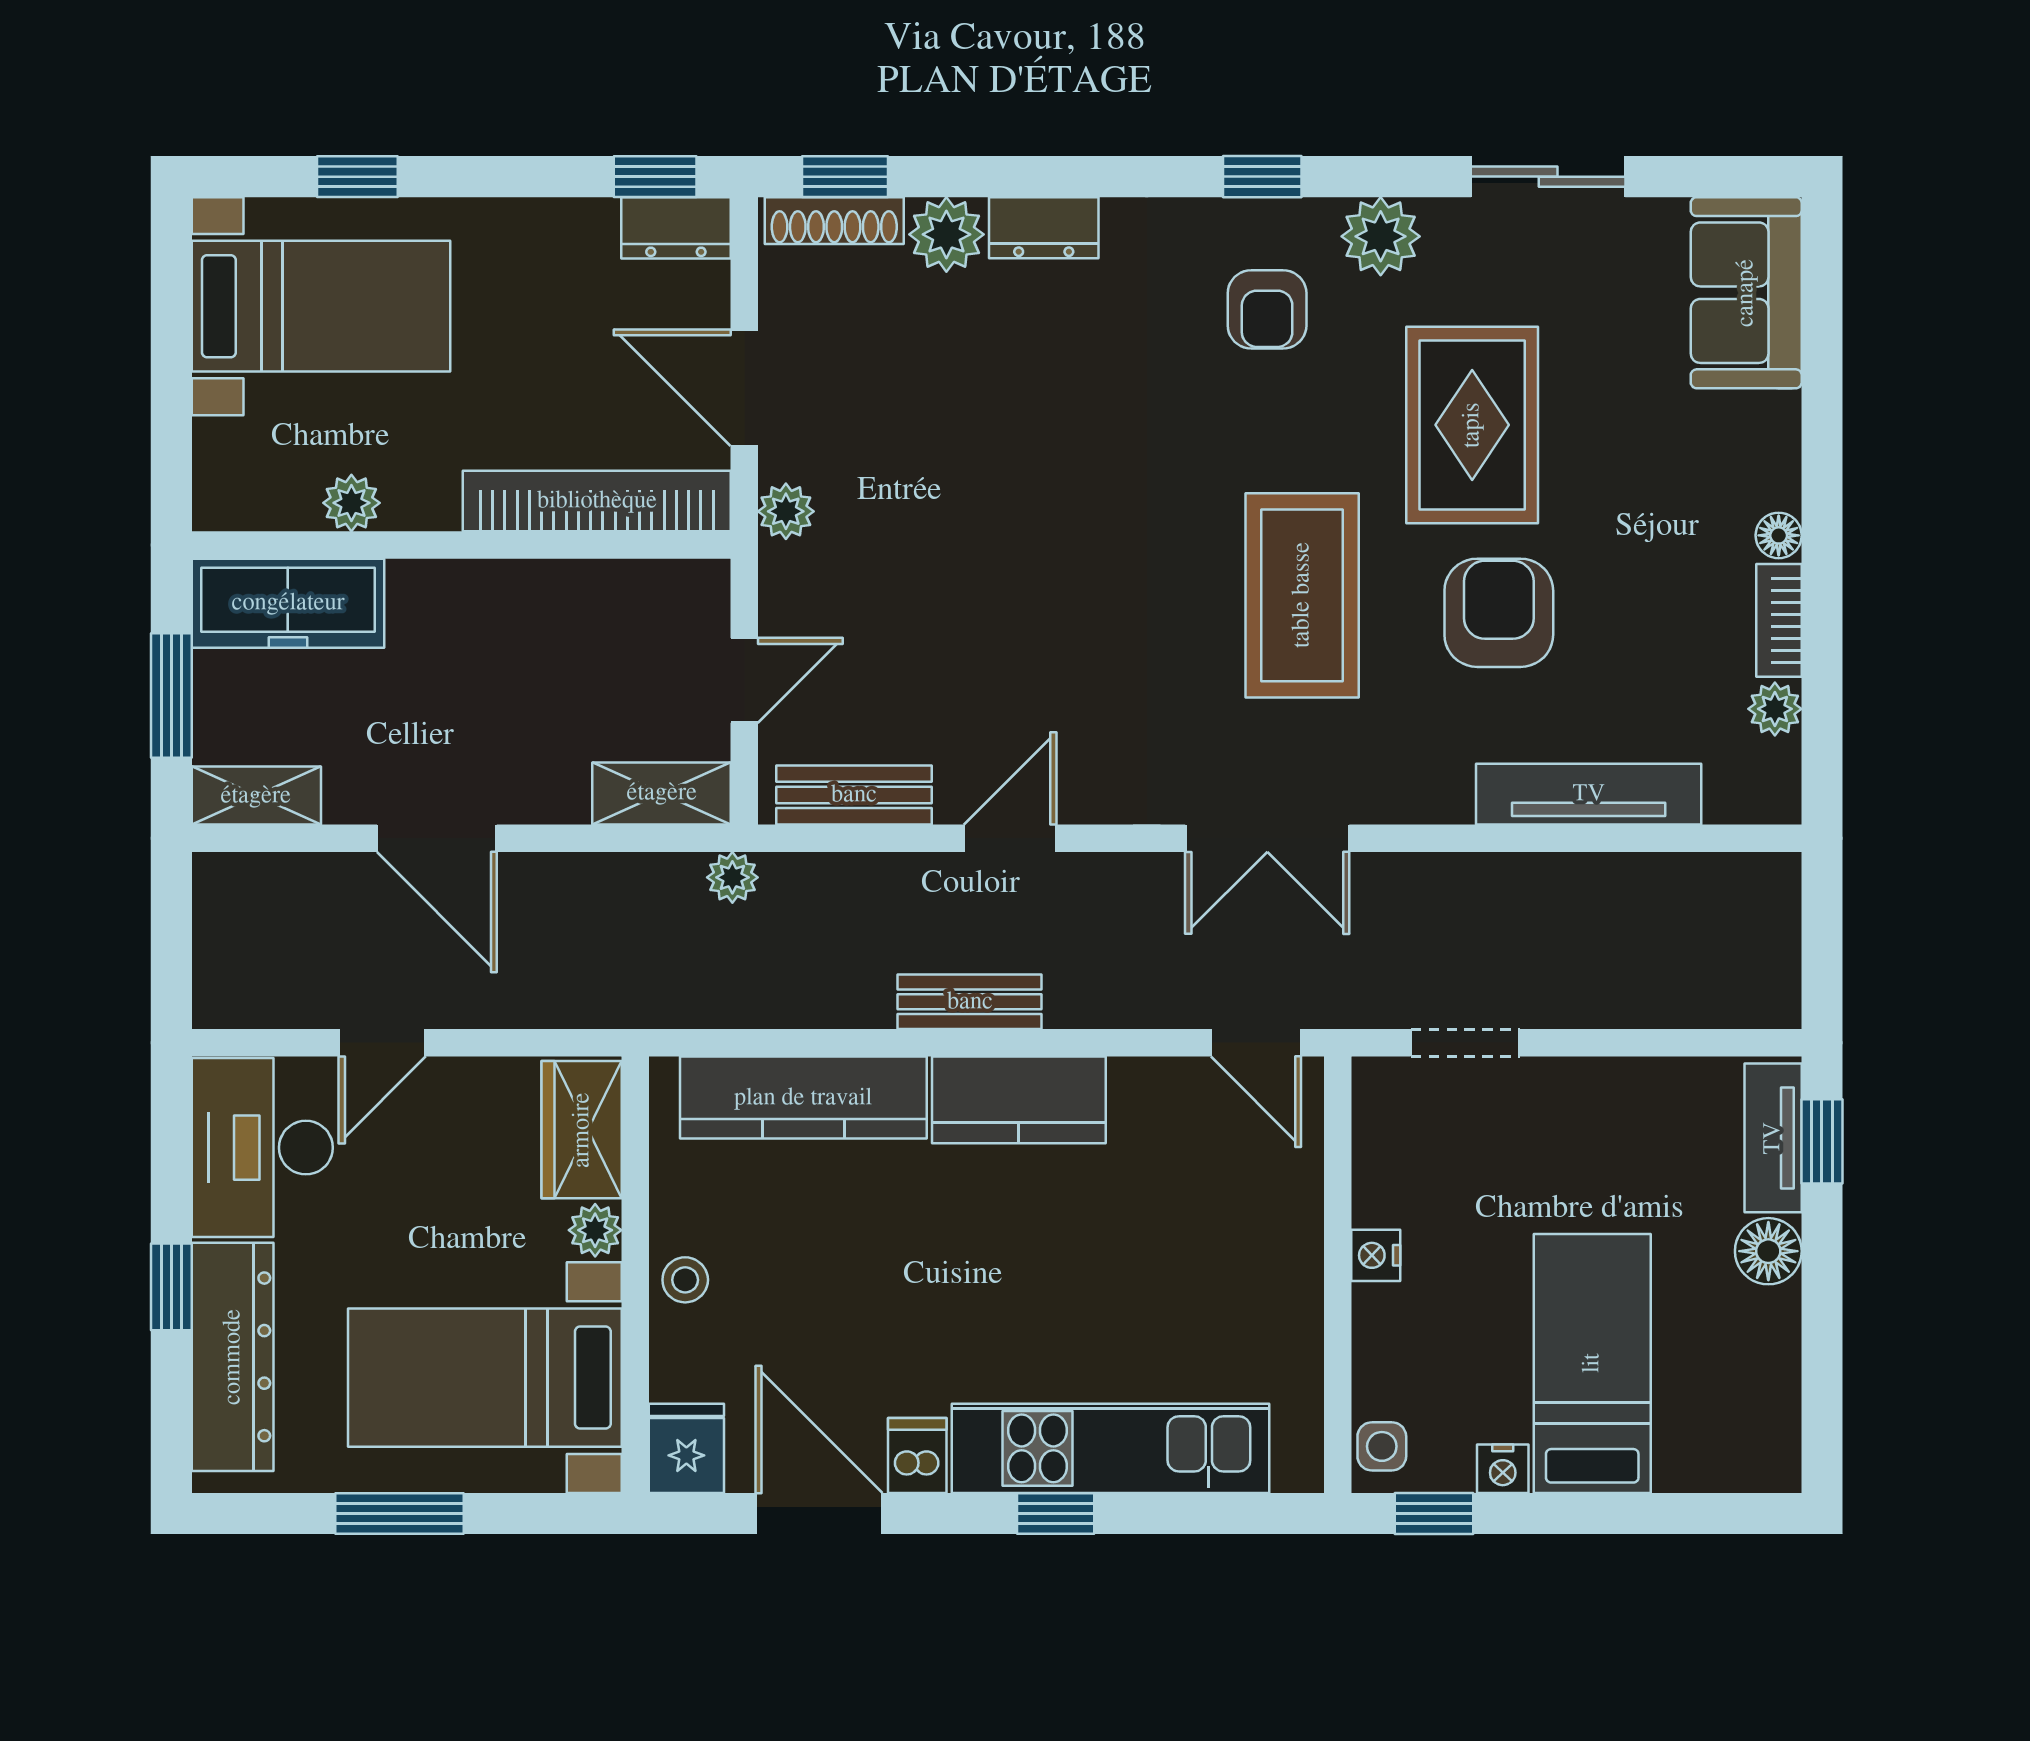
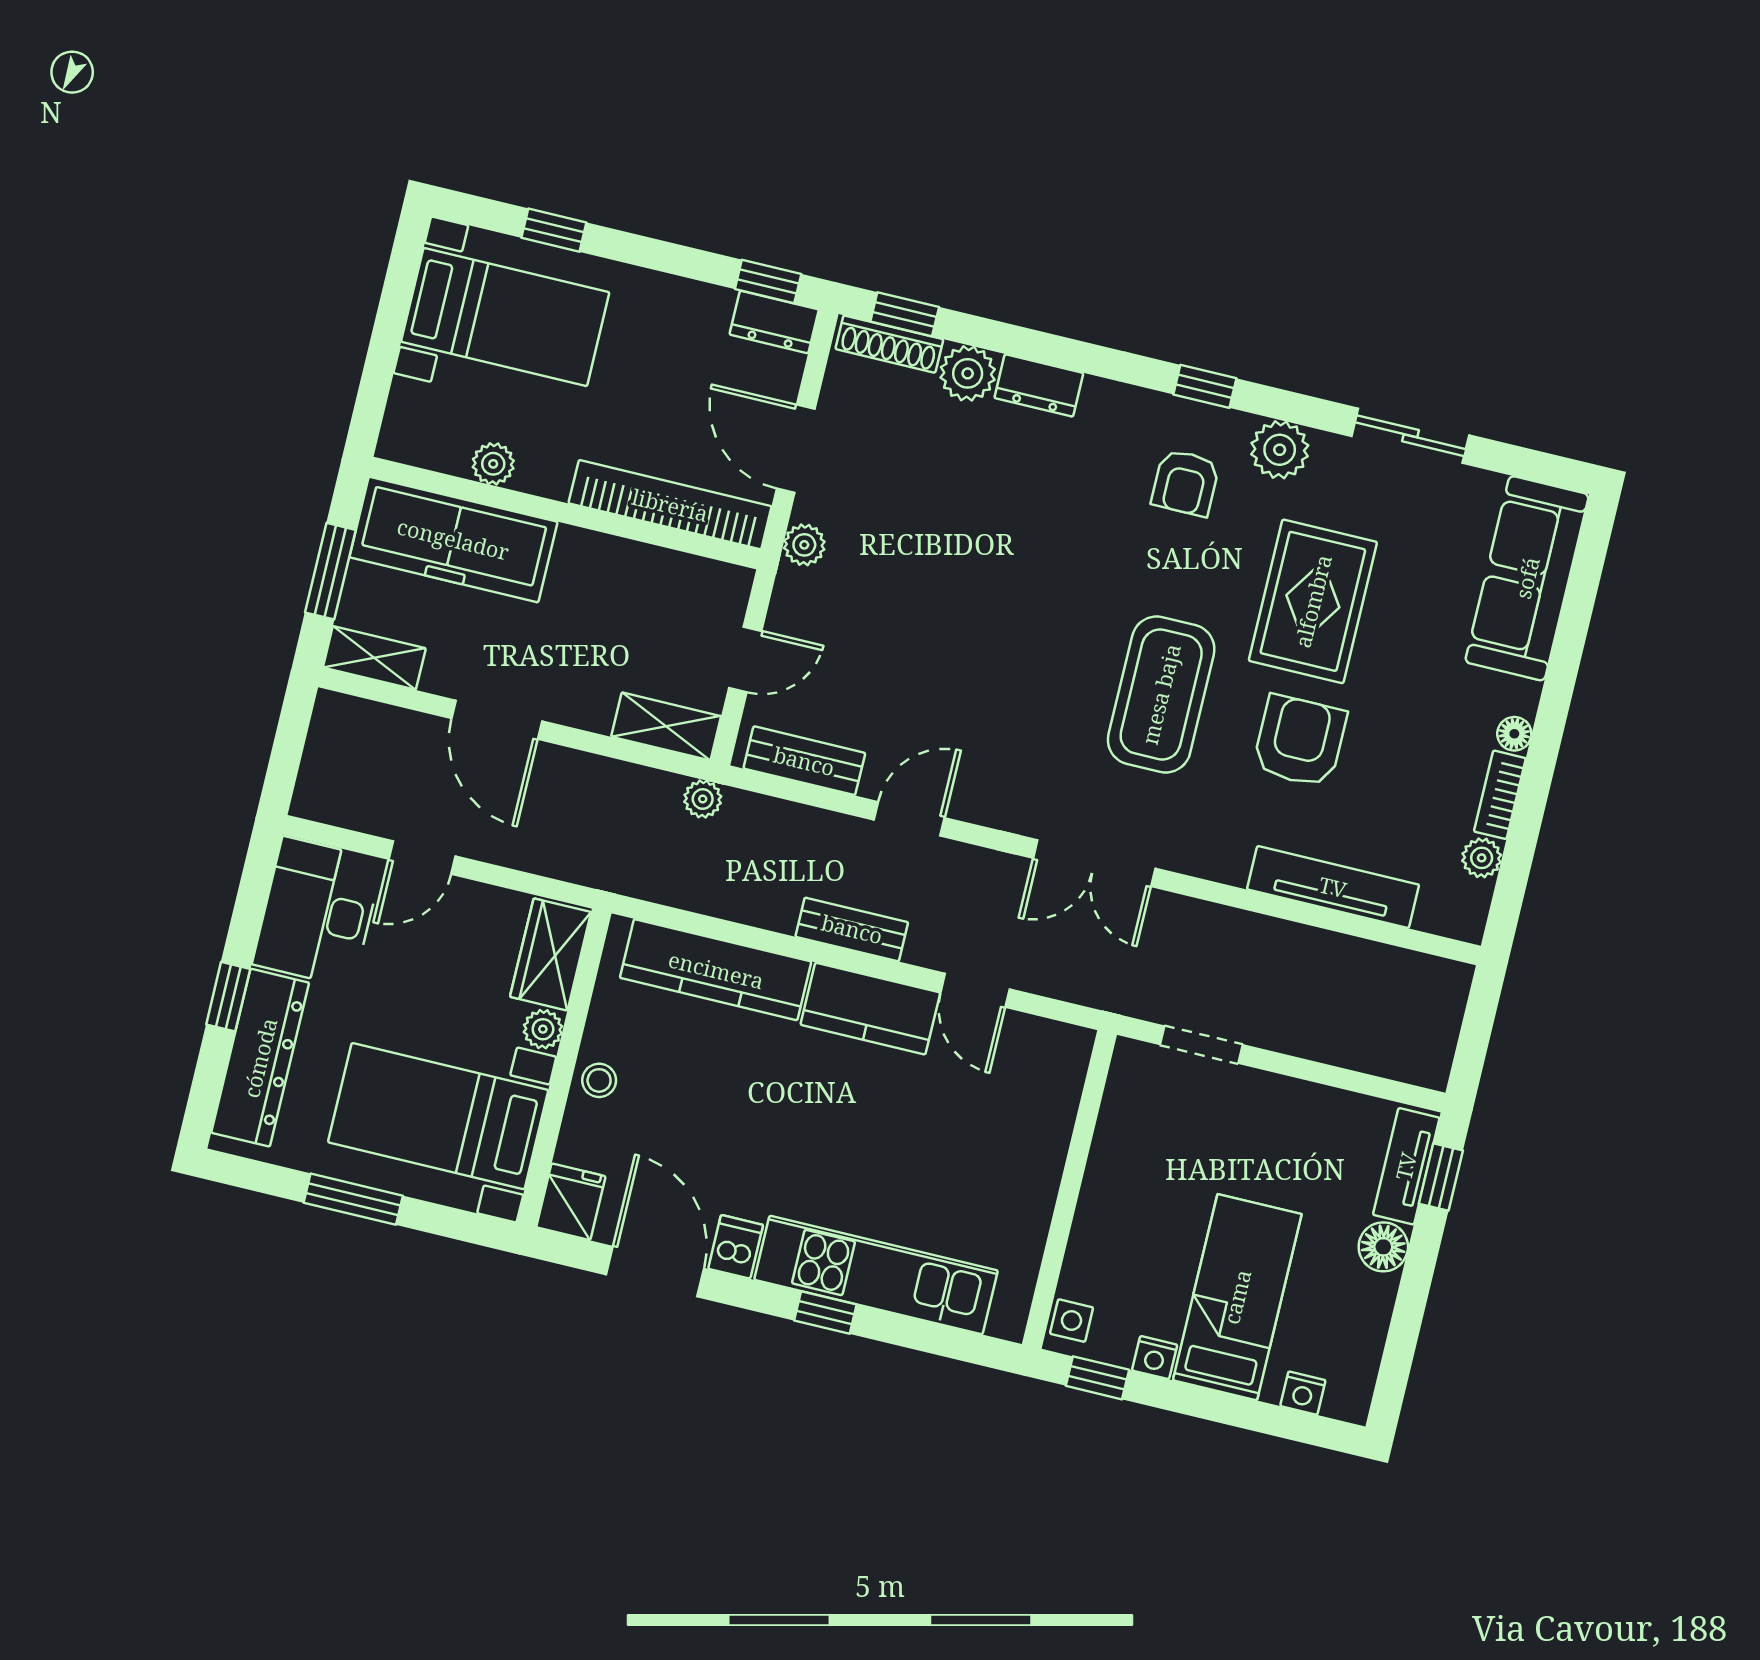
sofa: (1746, 293) -> (1527, 578), width x1.36
freezer: (288, 603) -> (453, 539), width x1.36, depth x1.26
door: (1256, 1043) -> (975, 990), moved
nightstand: (1376, 1255) -> (1303, 1393), moved, turned -90

